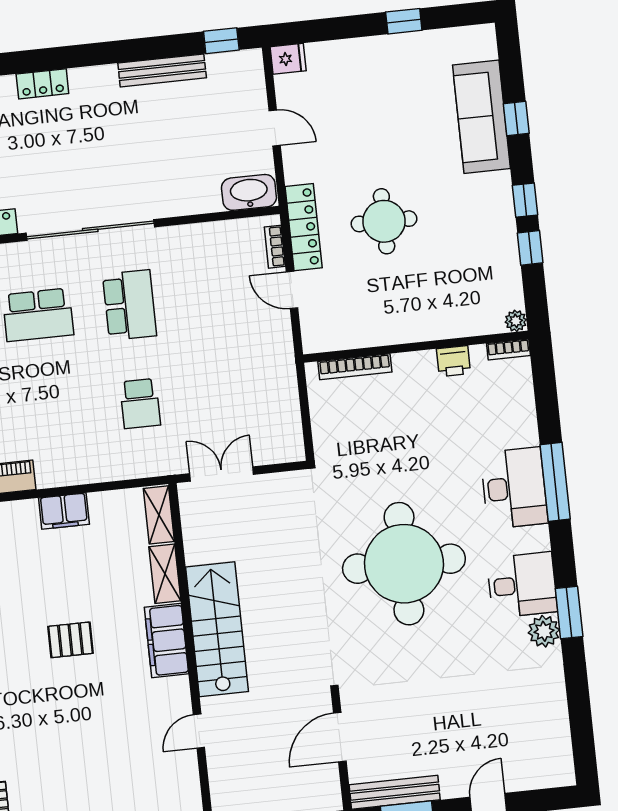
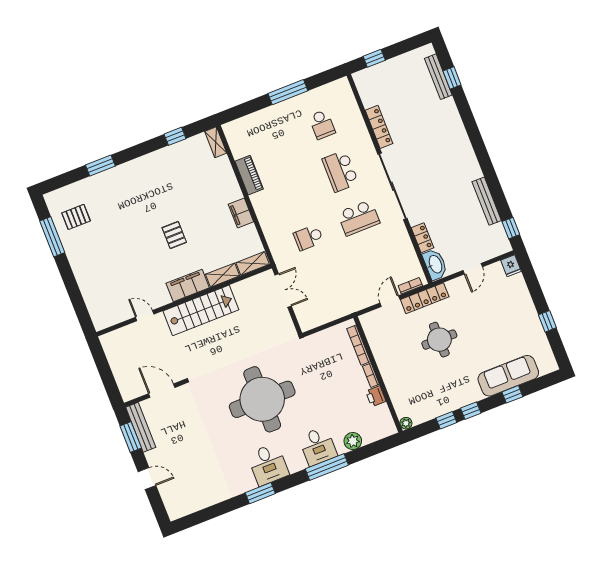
locker: (42, 84) -> (422, 238), moved, turned 180
bookcase: (508, 350) -> (371, 375), moved
desk: (514, 488) -> (318, 446), width x0.73
plant: (544, 631) -> (353, 441), moved

